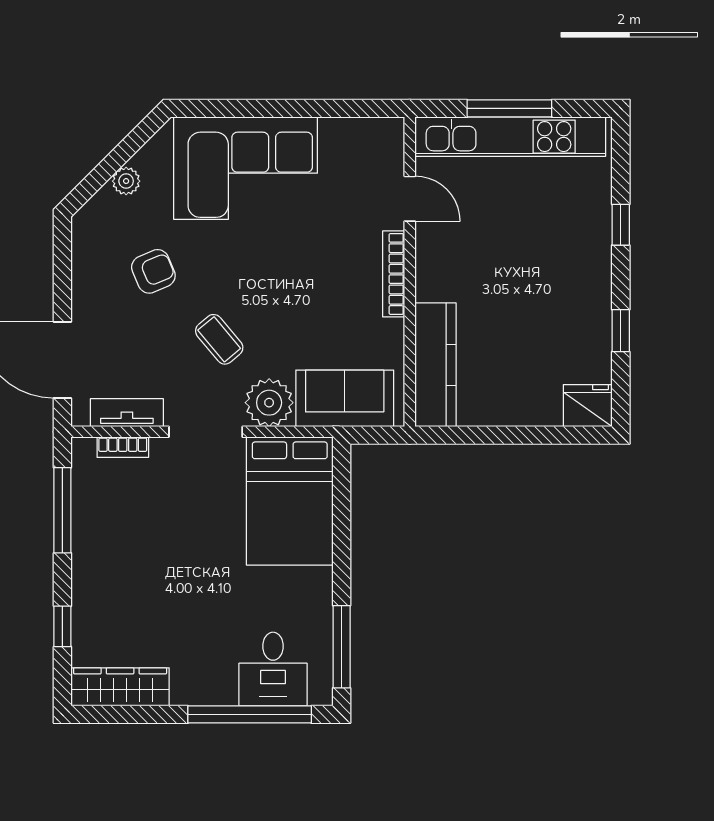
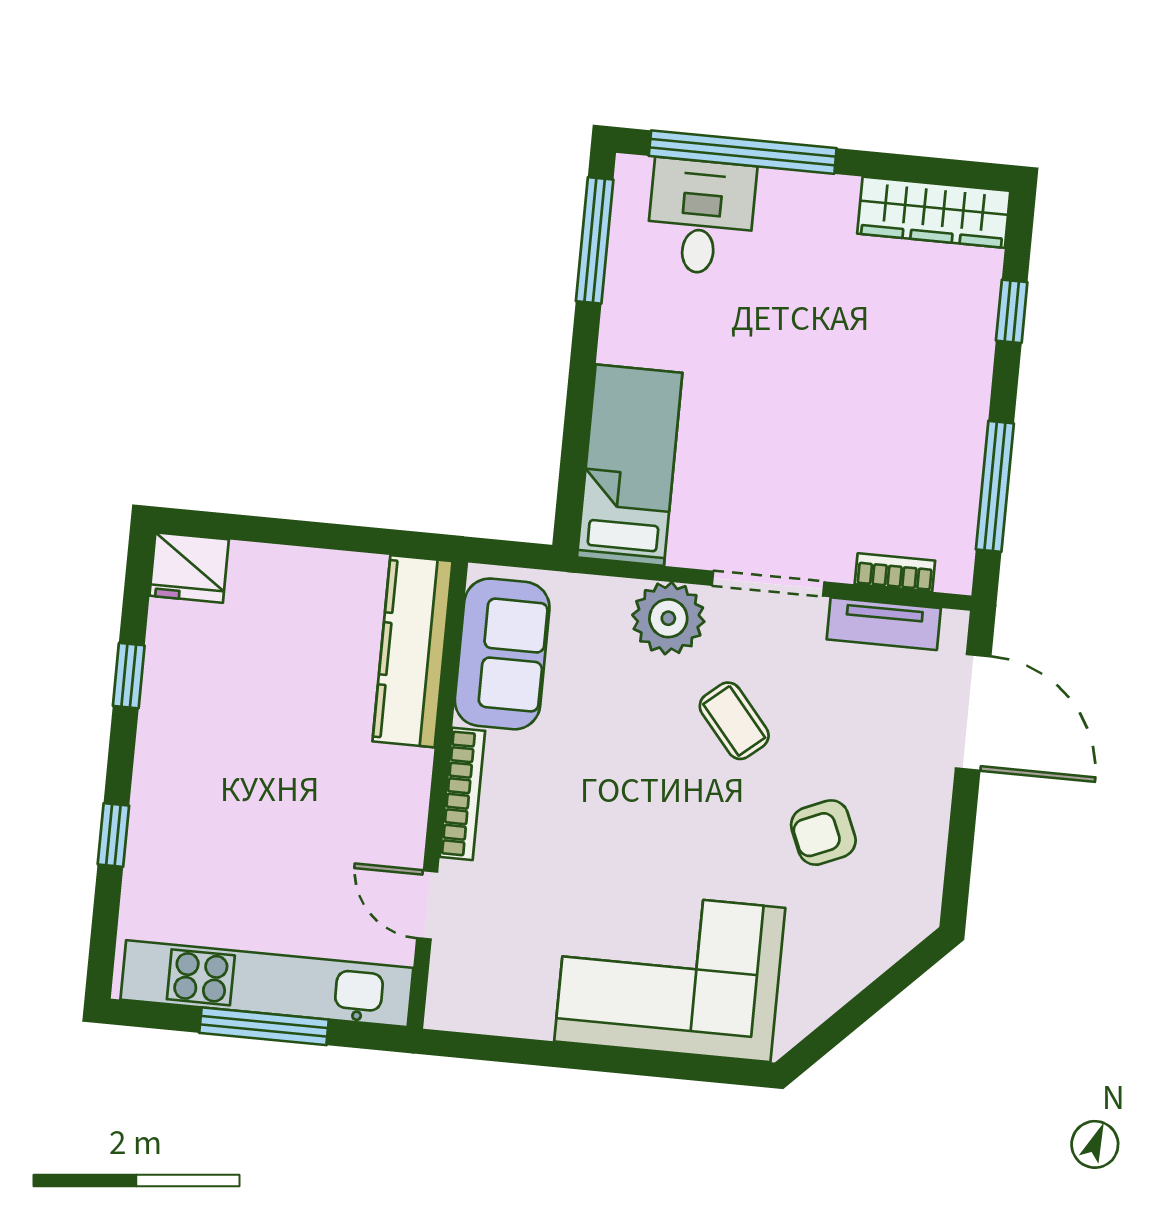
plant: (126, 181) -> (851, 972), removed
sofa: (345, 398) -> (502, 654), moved, turned -90
bed: (290, 501) -> (630, 465), width x0.67

